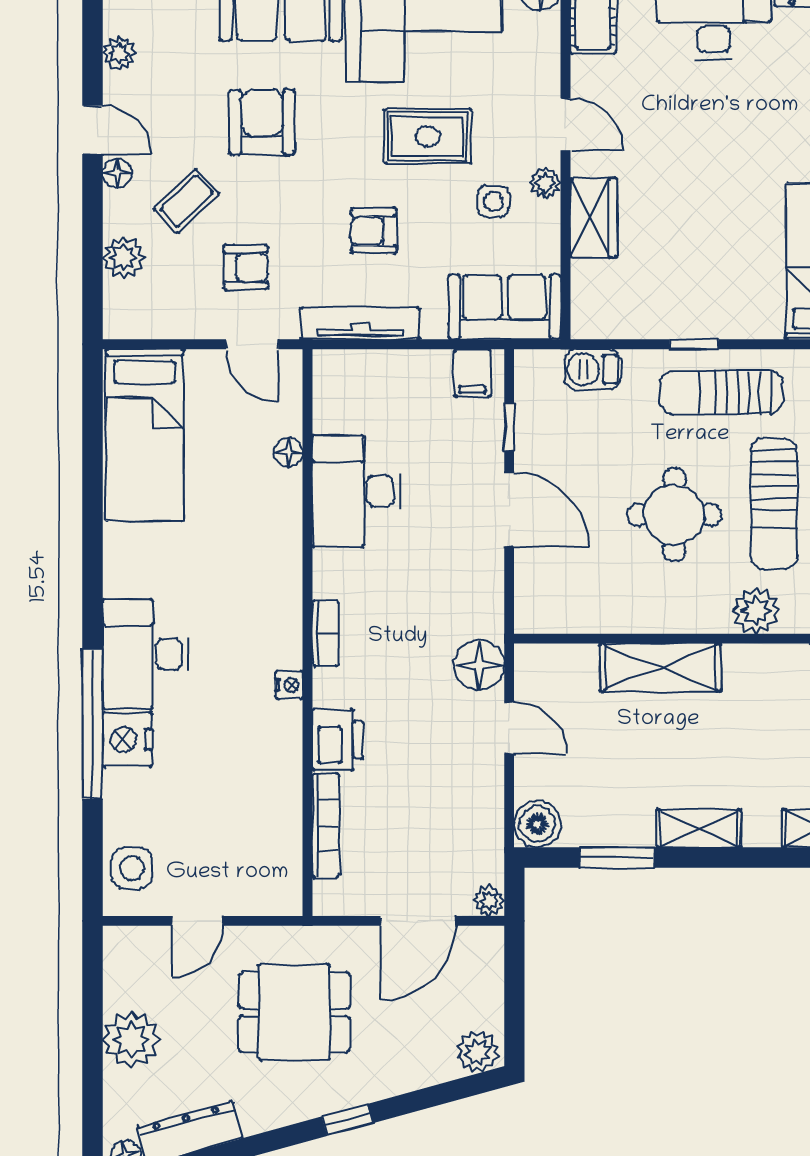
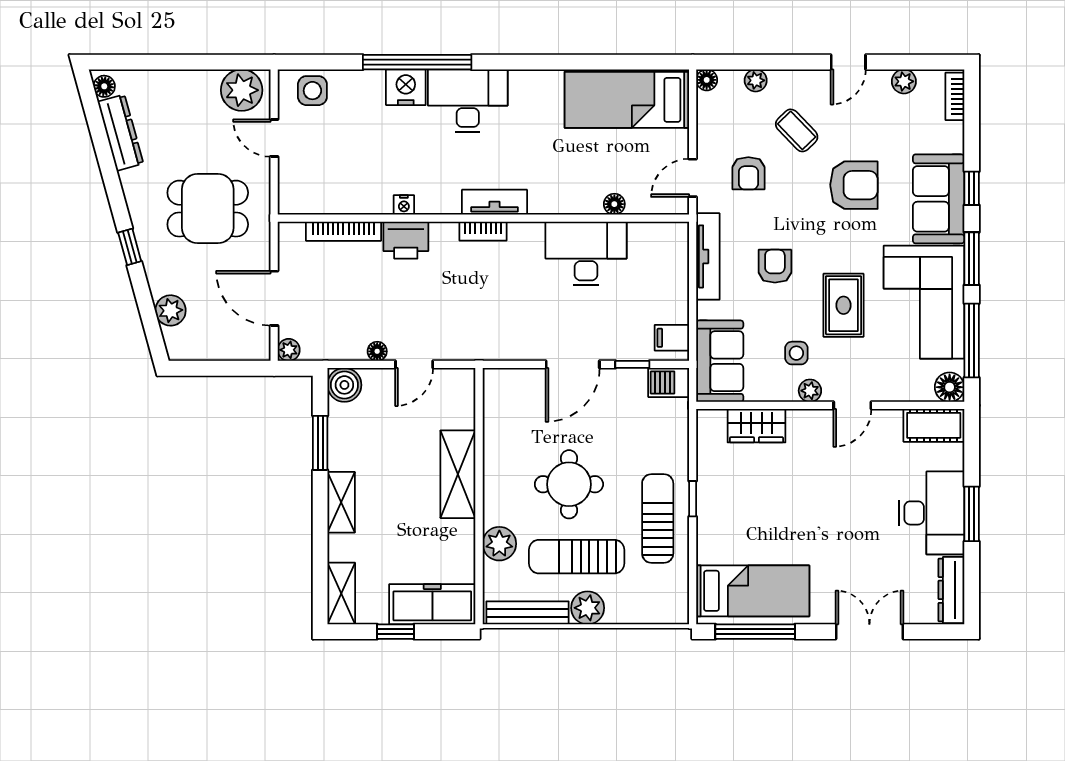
floor lamp: (117, 173) -> (707, 80), moved
wardrobe: (594, 218) -> (756, 426), moved
plant: (124, 257) -> (756, 80), width x0.73, depth x0.73
barbecue: (592, 369) -> (669, 382), moved, turned -90
tv unit: (286, 617) -> (494, 202), added
floor lamp: (479, 665) -> (377, 351), moved, width x0.53, depth x0.53
nightstand: (289, 685) -> (404, 205), moved
dining table: (294, 1012) -> (208, 209), turned 90
plant: (131, 1040) -> (242, 90), moved
plant: (477, 1052) -> (171, 310), moved

